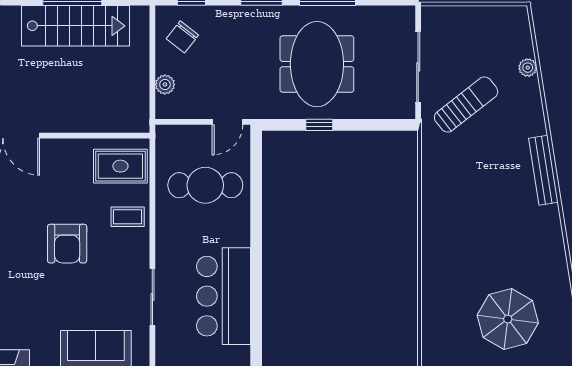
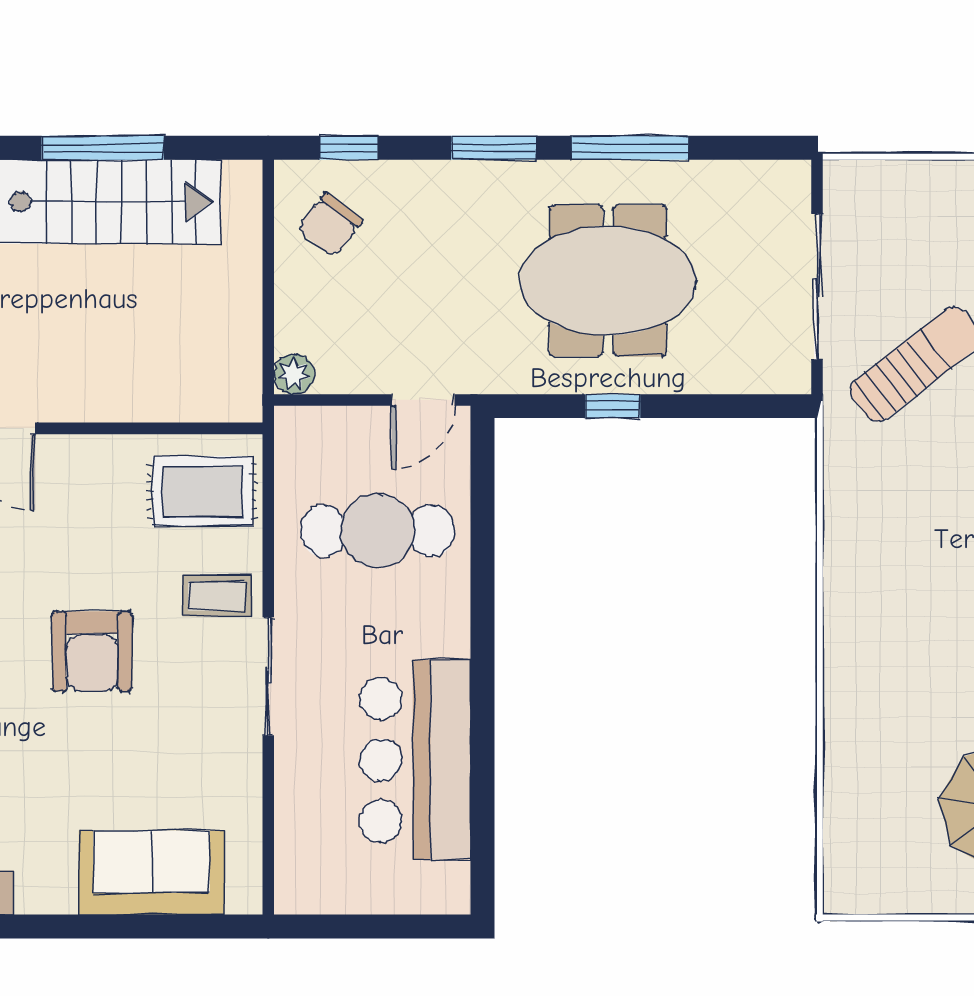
meeting table: (317, 64) -> (608, 281), turned 90
plant: (165, 84) -> (294, 374), moved
sliding door: (152, 297) -> (268, 676), moved

